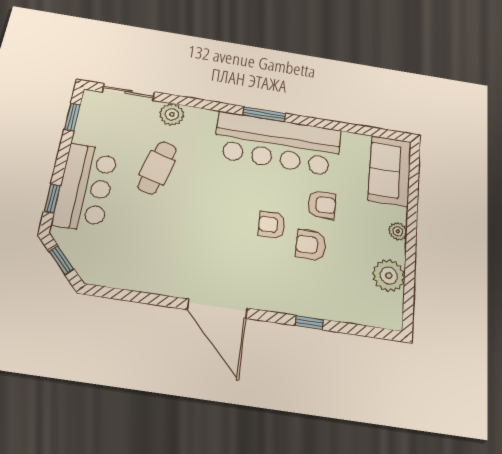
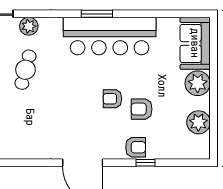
armchair: (322, 205) -> (136, 147), moved
plant: (398, 231) -> (198, 83), width x1.88, depth x1.88

